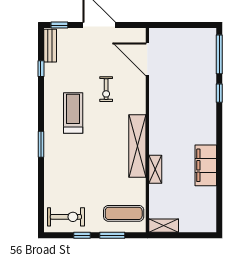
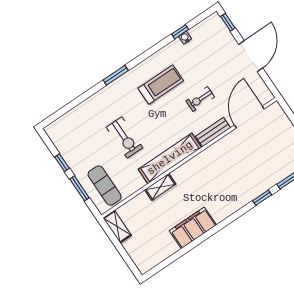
bench: (50, 46) -> (213, 132), moved
water cooler: (48, 68) -> (185, 38), added
exercise bike: (66, 217) -> (125, 137), moved

